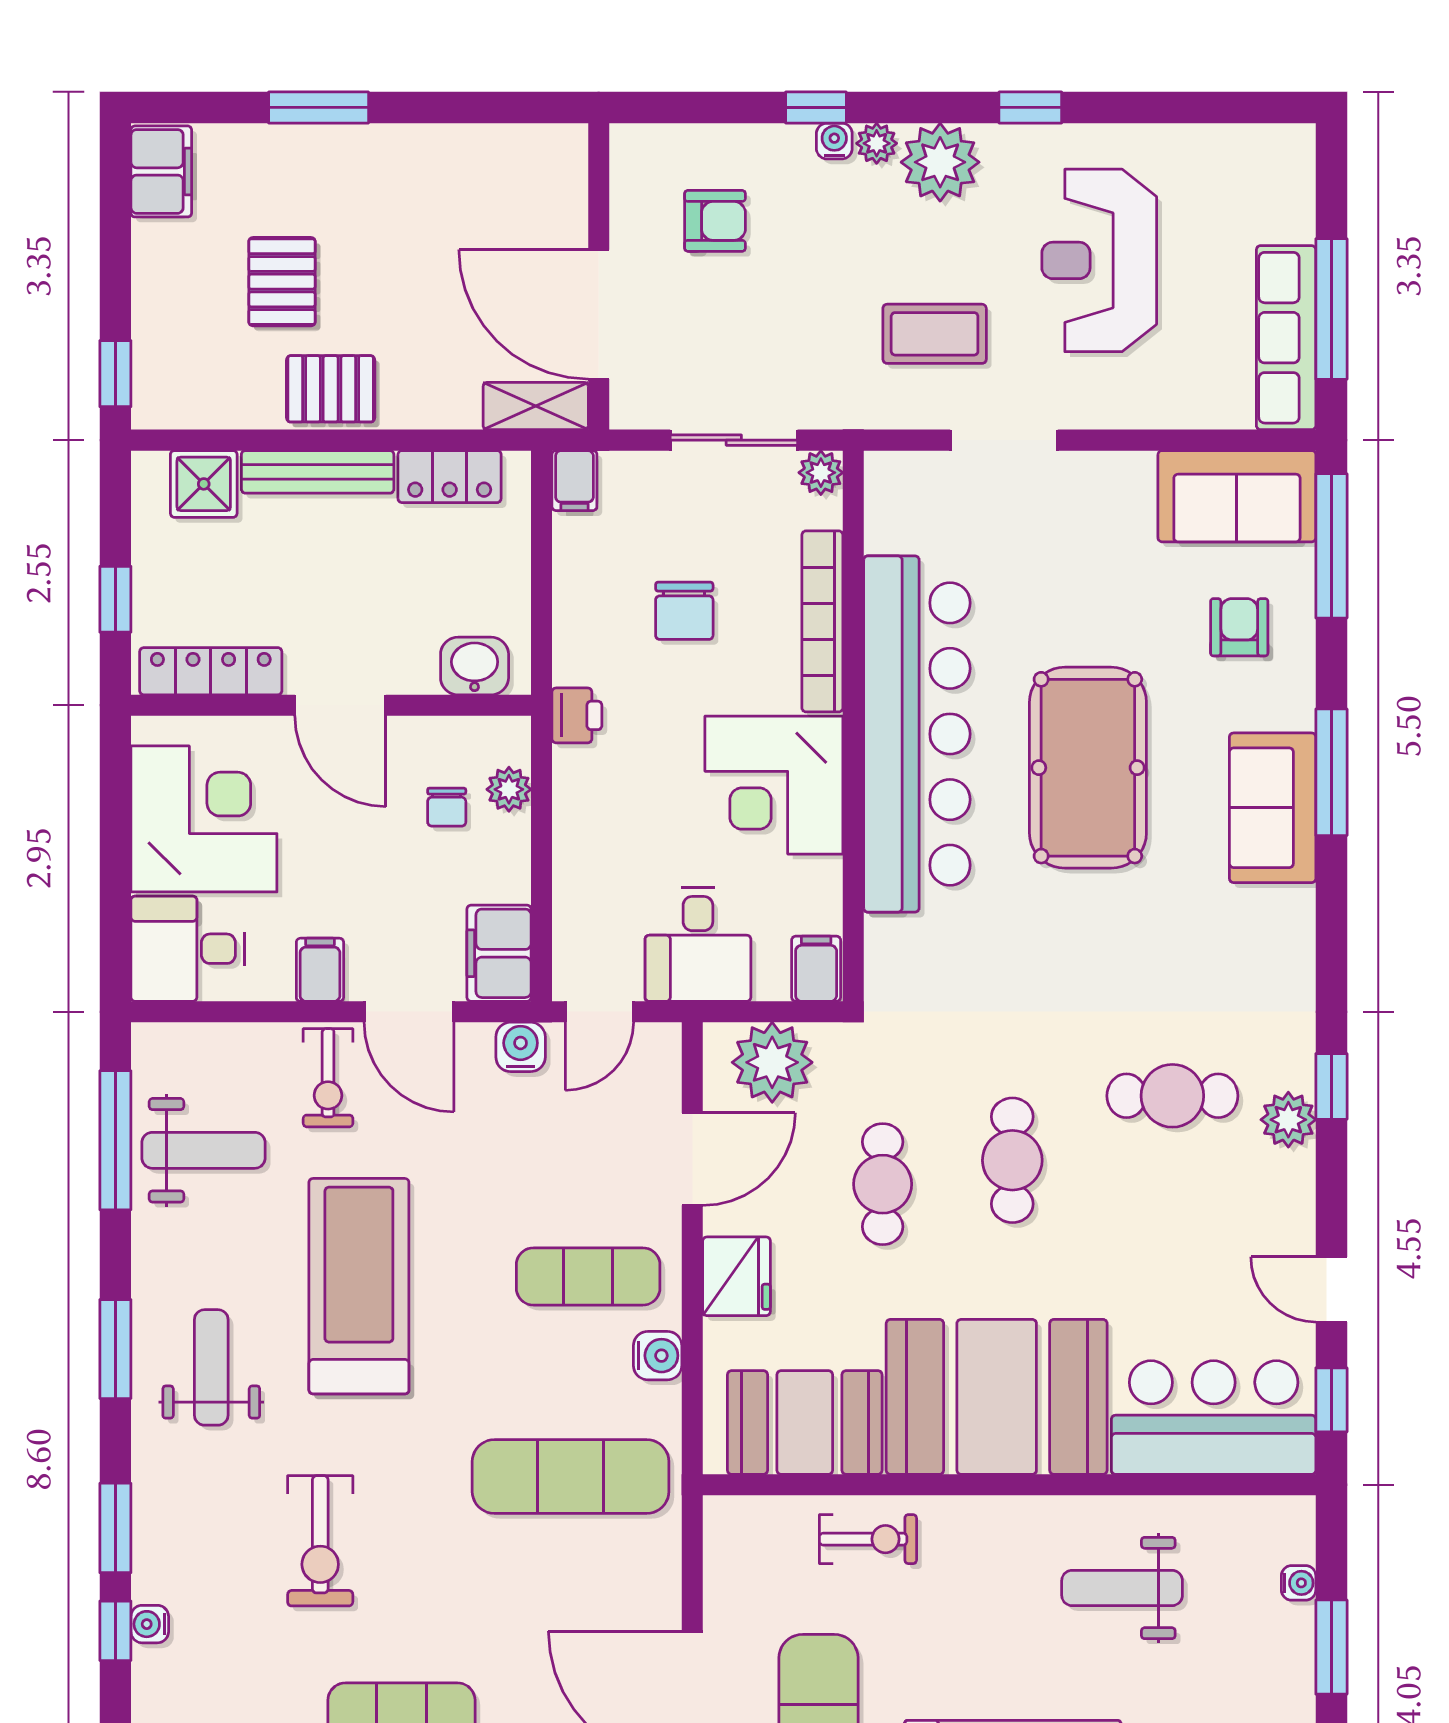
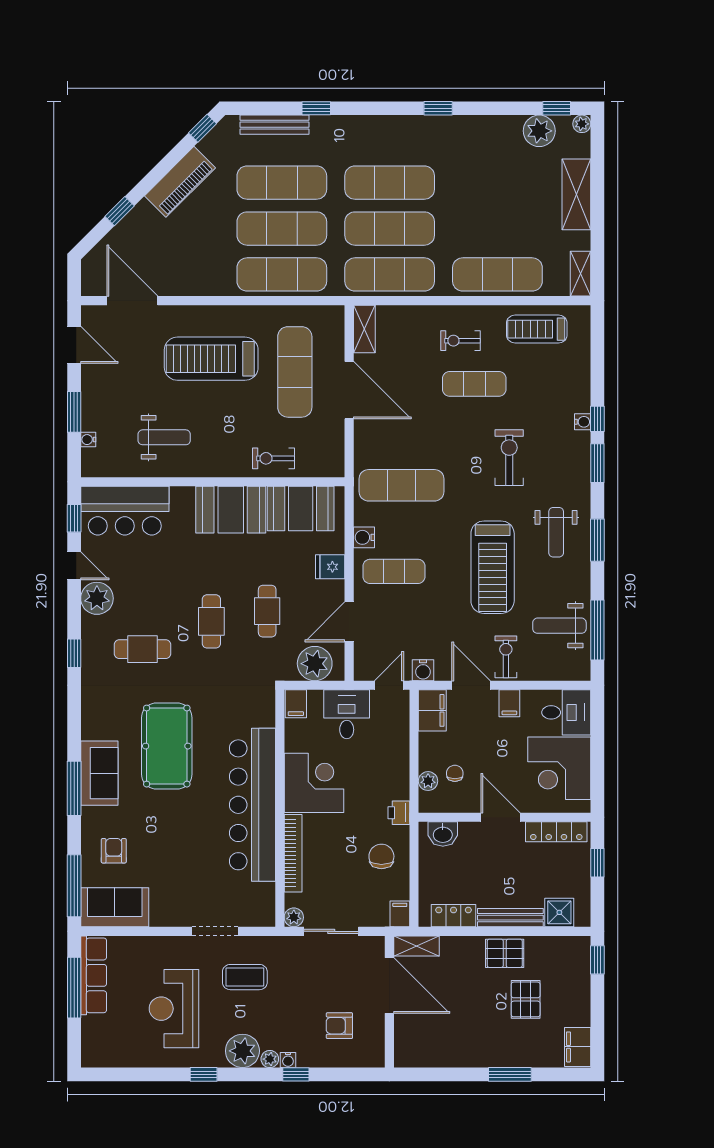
reception desk: (1099, 260) -> (174, 1009), turned 180
chair: (684, 611) -> (381, 856), moved
armchair: (1239, 627) -> (114, 851), turned 180
pool table: (1088, 768) -> (167, 746), moved
plant: (1288, 1120) -> (97, 598), moved, width x1.36, depth x1.36
fridge: (736, 1276) -> (330, 567), width x0.72
booth: (997, 1397) -> (231, 510), width x0.73, depth x0.70

